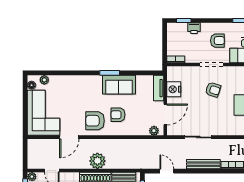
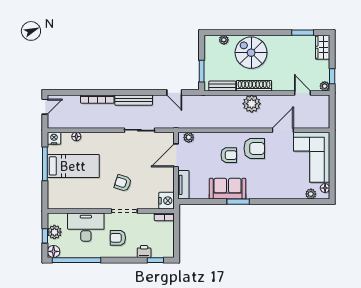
nightstand: (174, 89) -> (167, 201), moved

